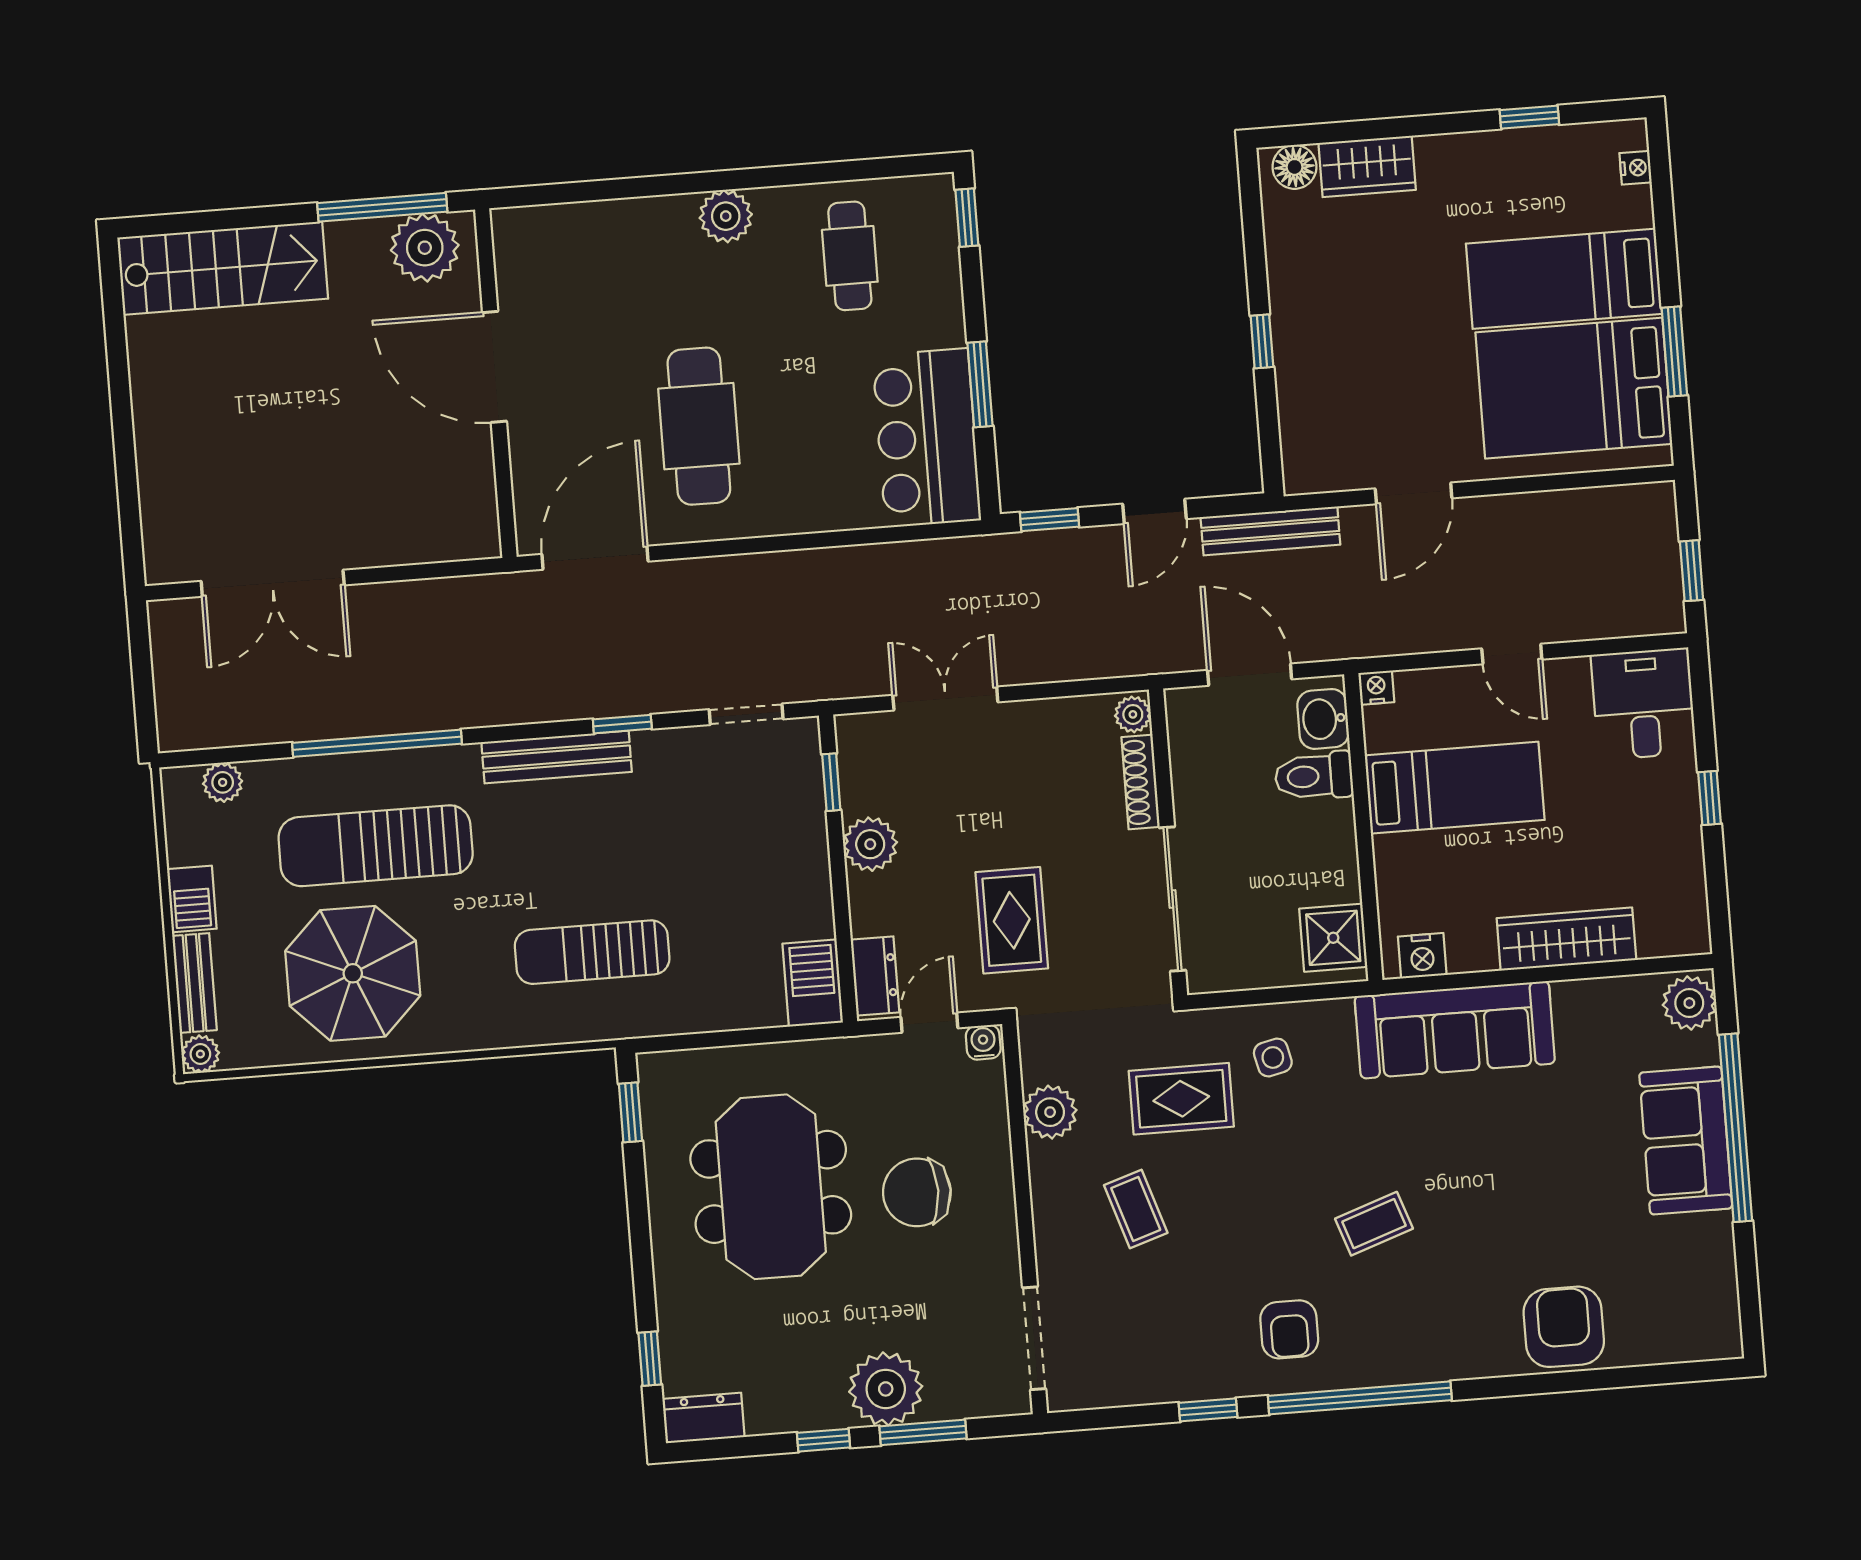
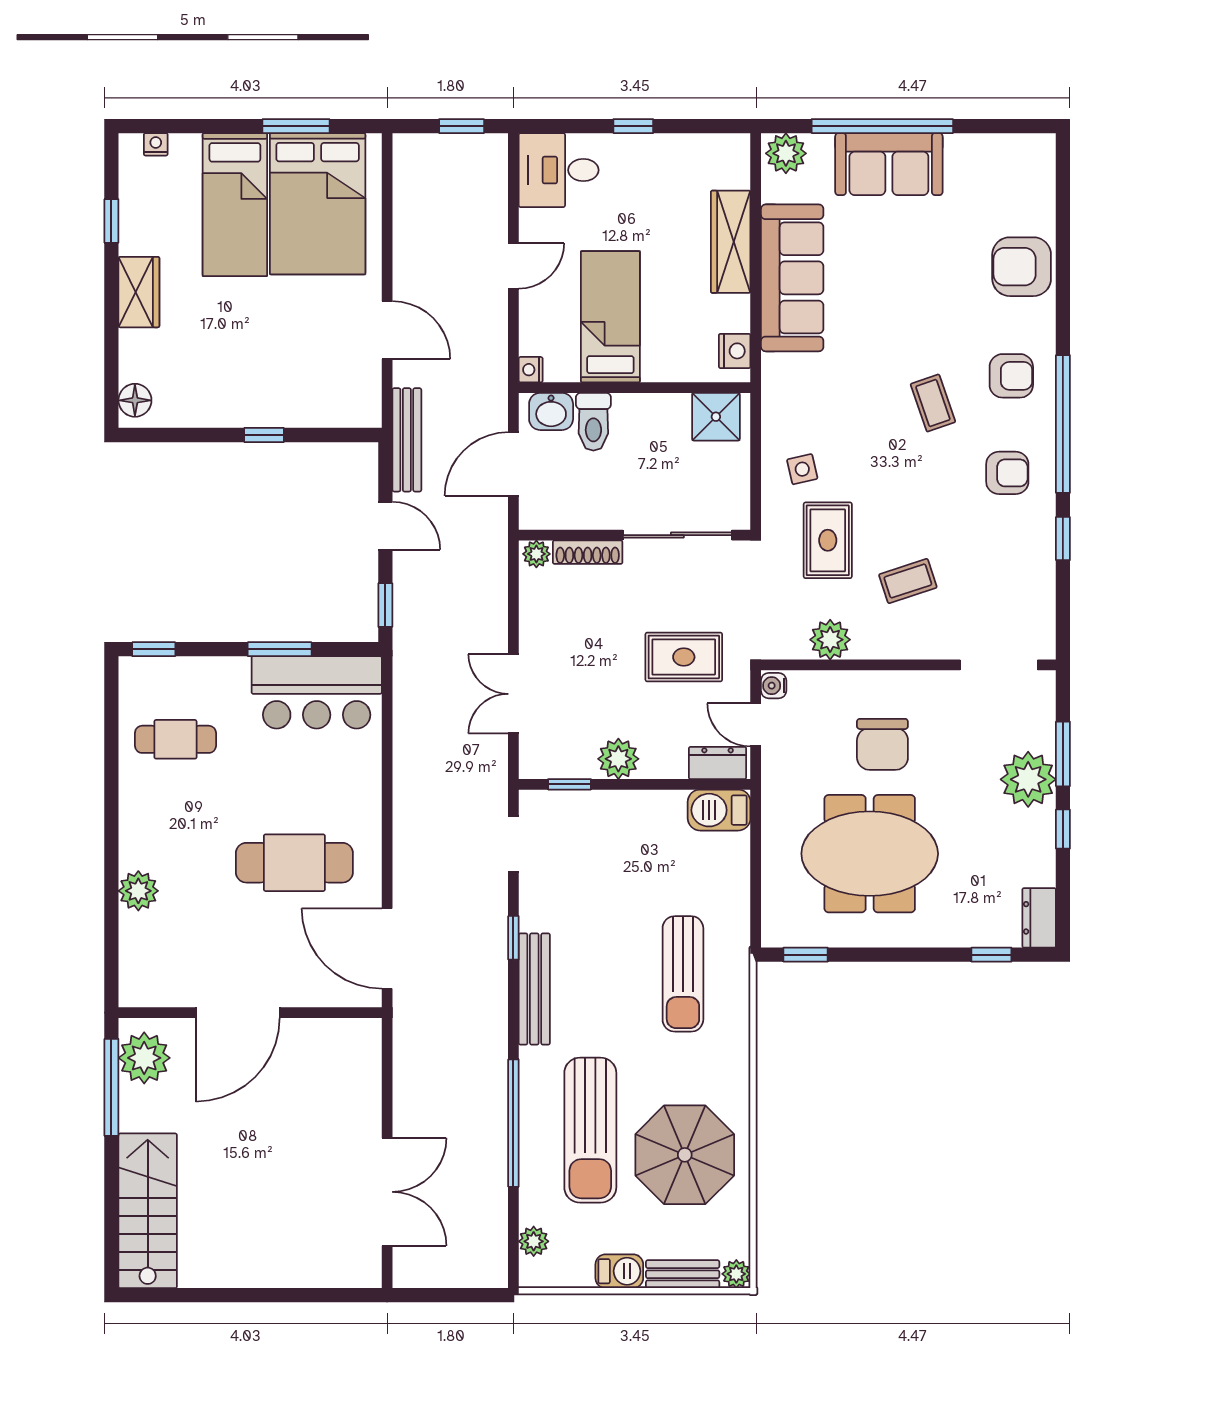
wardrobe: (1367, 166) -> (139, 292), moved
plant: (726, 216) -> (138, 891), moved
sofa: (1455, 1030) -> (792, 278), moved
armchair: (1418, 1325) -> (1011, 376), added

